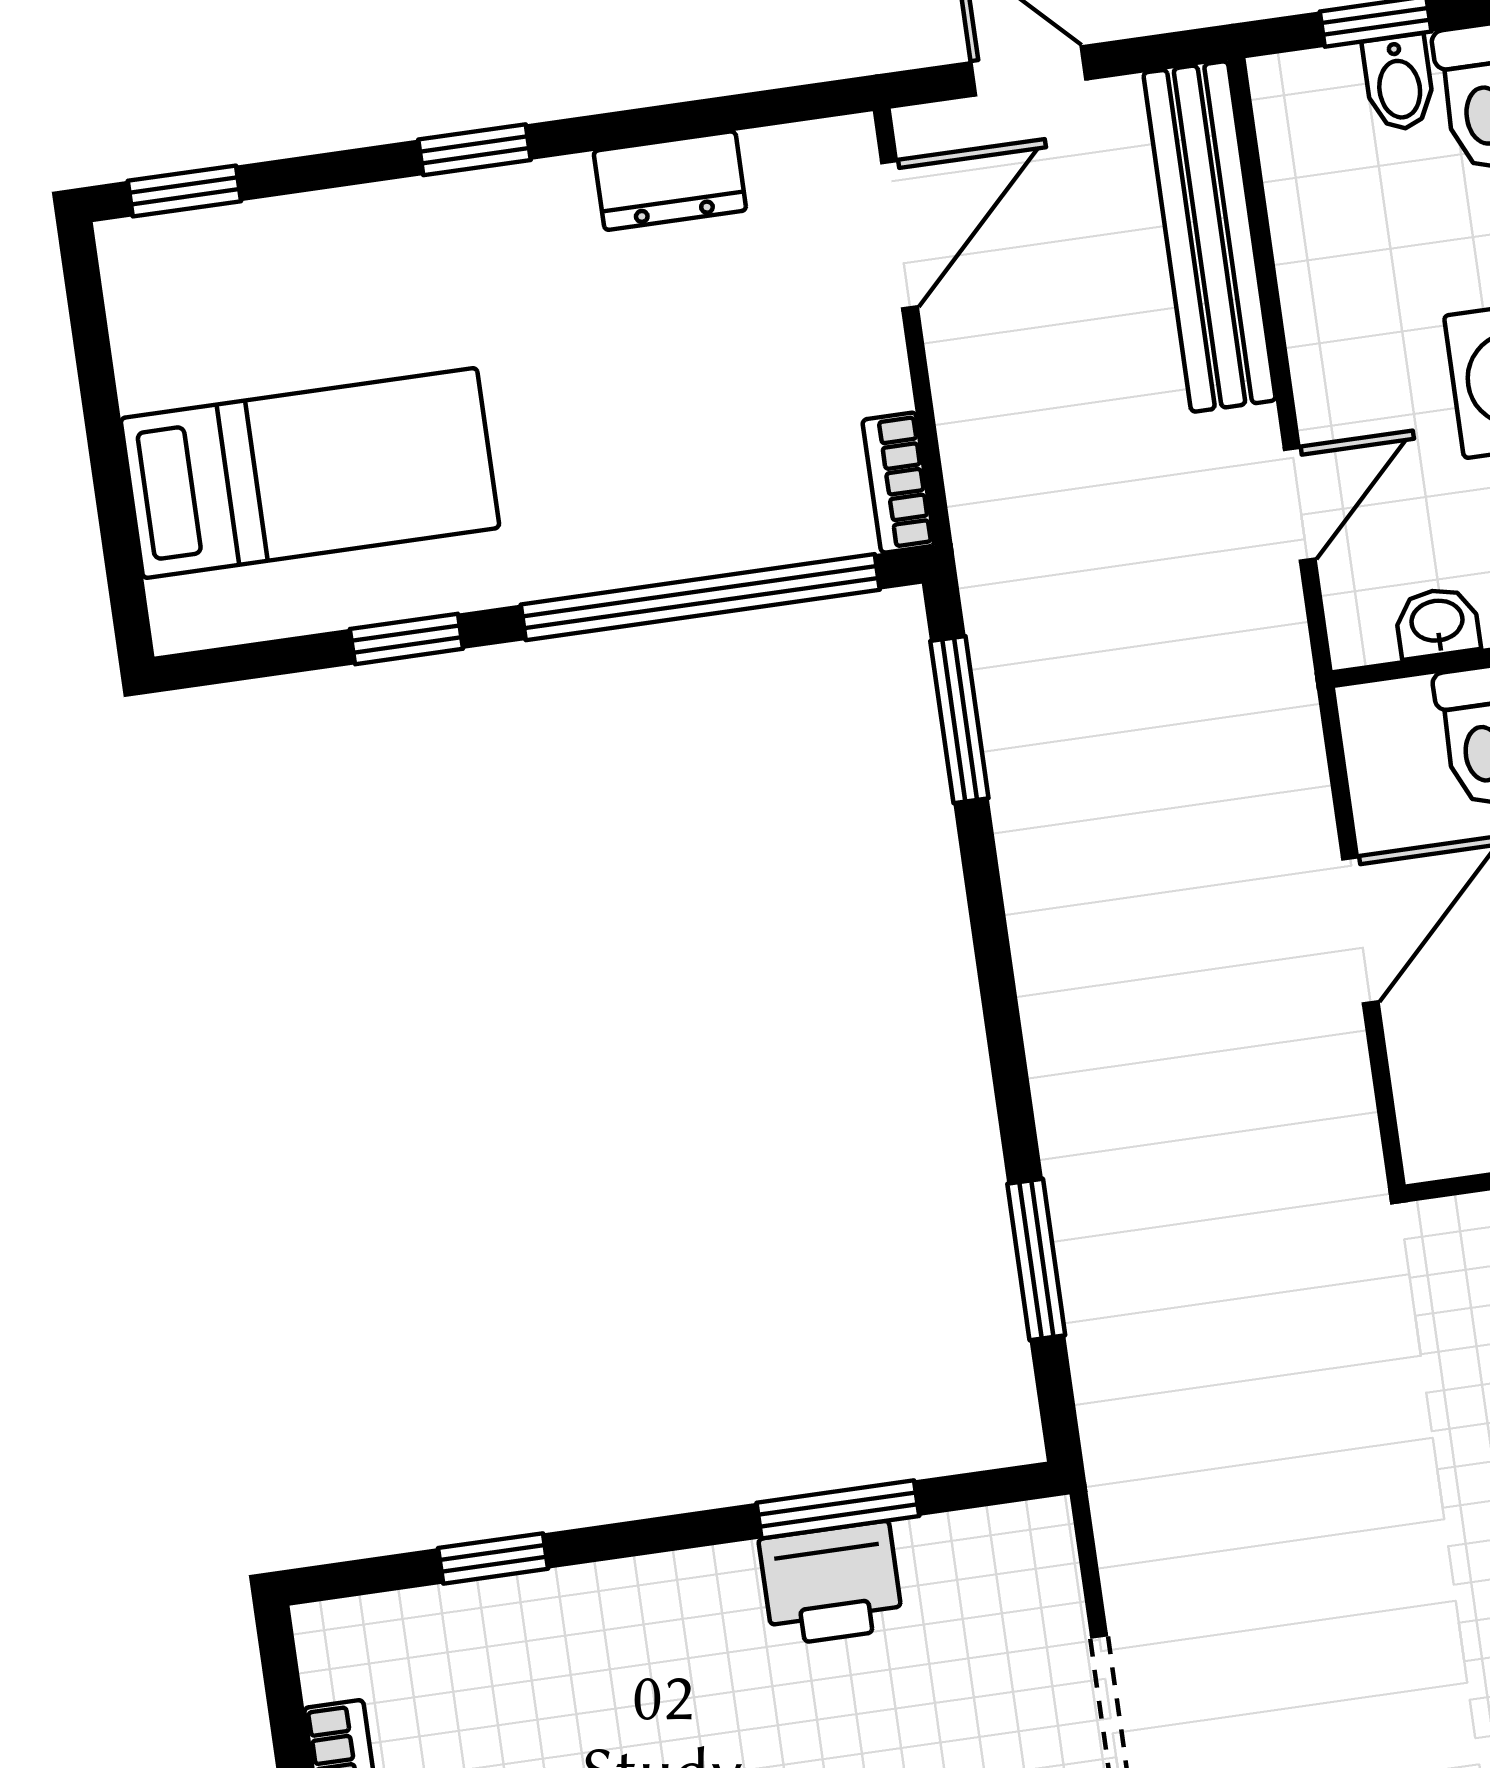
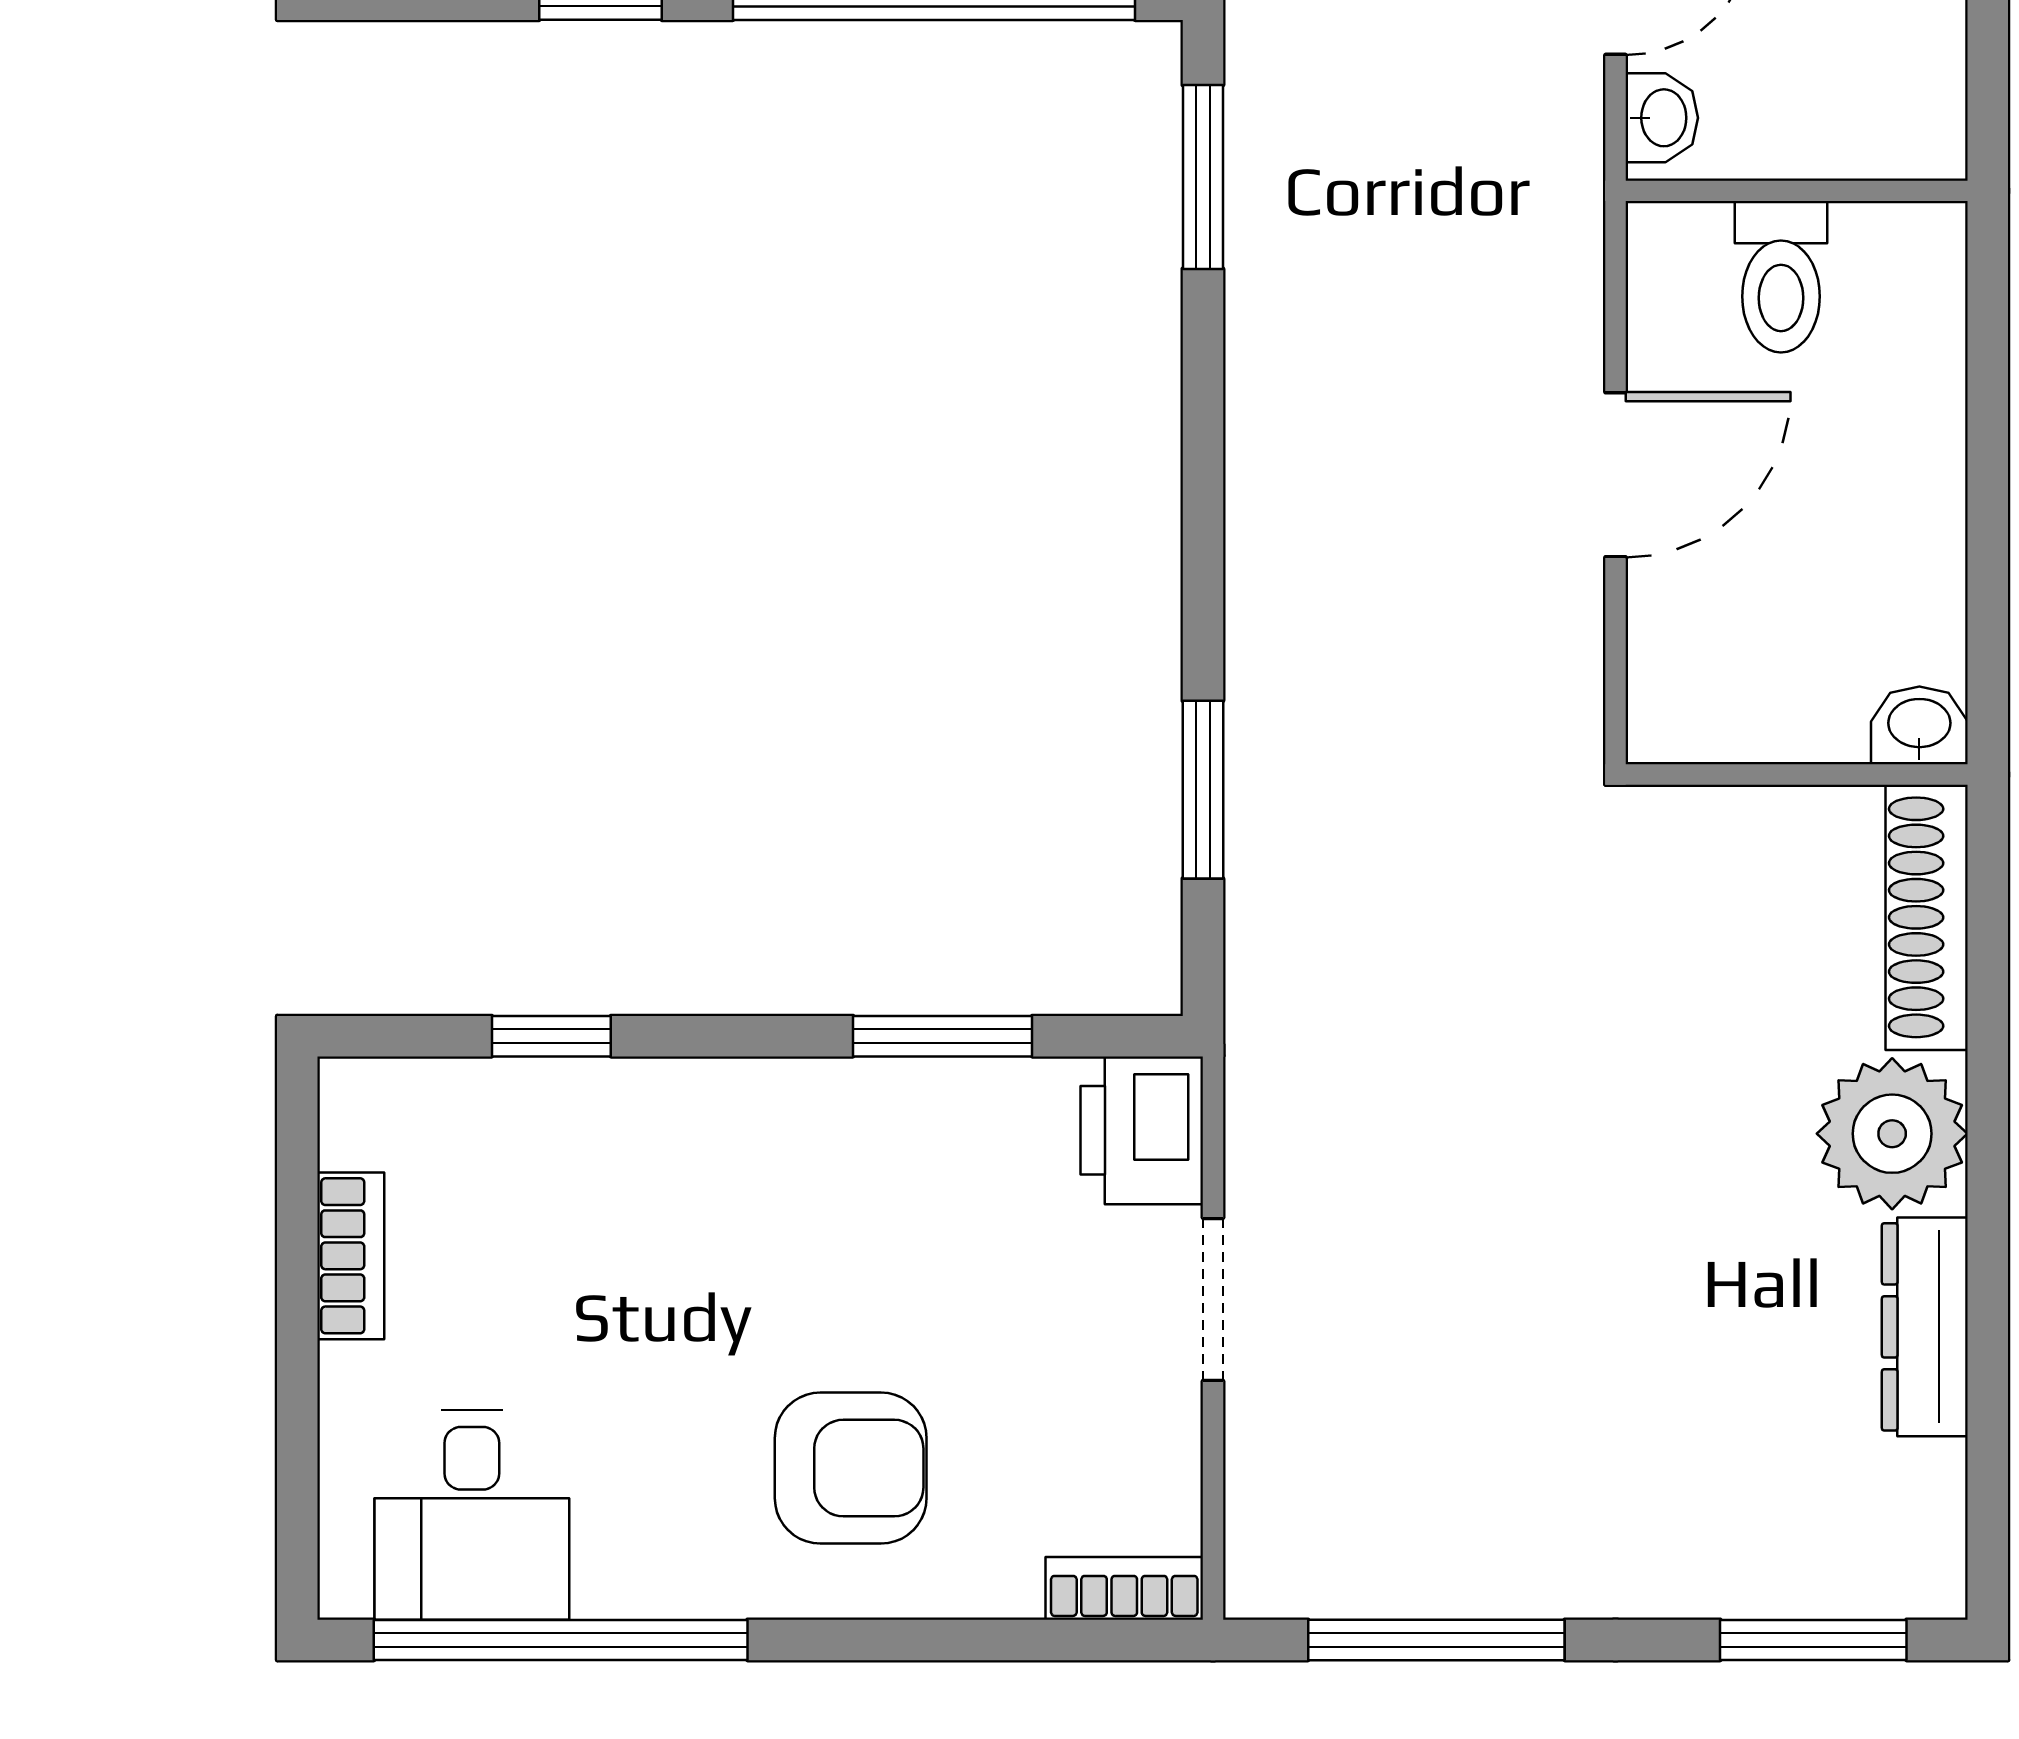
washbasin: (1437, 623) -> (1662, 118), moved, turned 90
printer: (831, 1583) -> (1142, 1130), moved, turned 90

